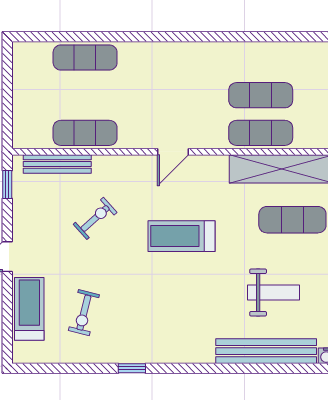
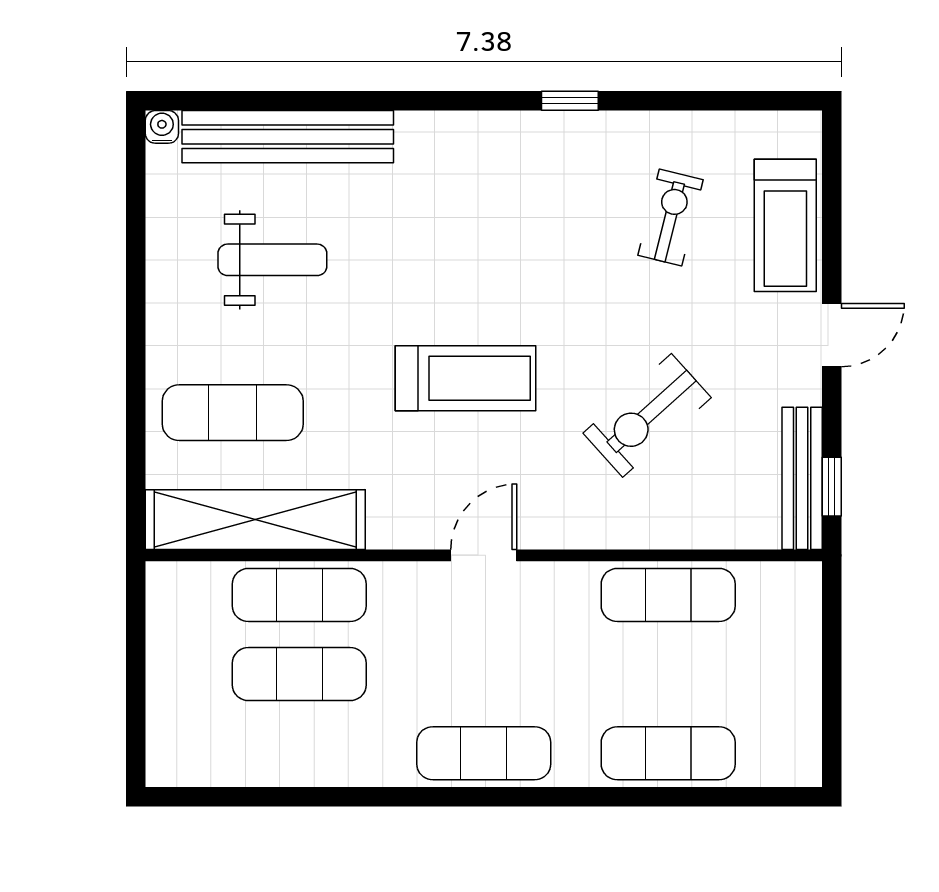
exercise mat: (173, 57) -> (484, 753), added
bench: (57, 164) -> (802, 478), moved, turned 90
exercise bike: (95, 218) -> (647, 415), width x1.38, depth x1.39
weight bench: (274, 292) -> (272, 260), turned 180

